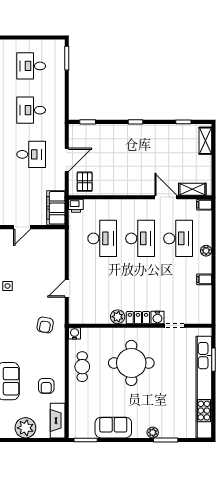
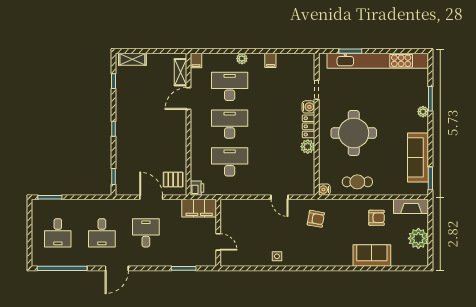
sofa: (113, 428) -> (418, 157), width x1.36

